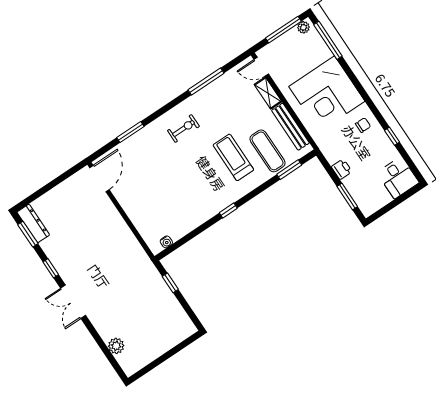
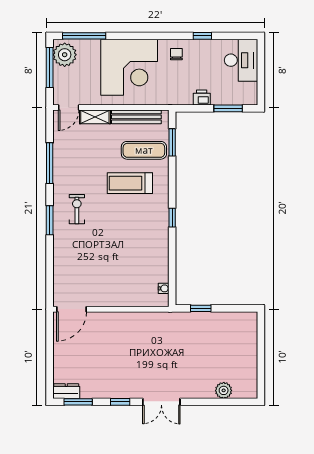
plant: (303, 27) -> (65, 55), width x1.87, depth x1.87
window: (130, 132) -> (50, 220), moved
desk: (398, 178) -> (241, 60), width x1.37
door: (99, 179) -> (72, 309), swing flipped
dresser: (33, 223) -> (66, 391), width x0.70

